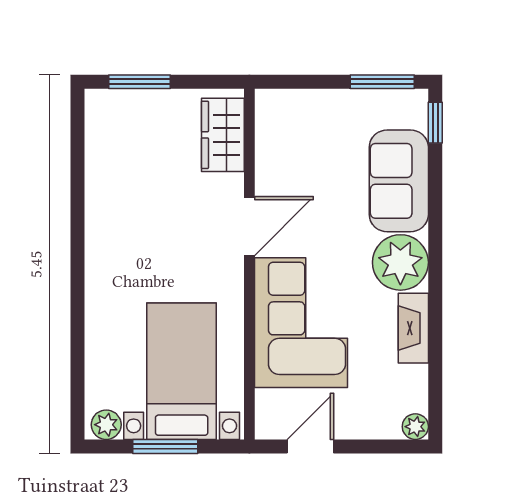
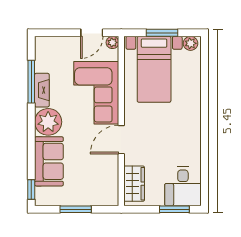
window: (382, 82) -> (76, 209), moved
desk: (122, 129) -> (183, 186), added
window: (435, 346) -> (31, 82), added
plant: (415, 427) -> (112, 42), moved

